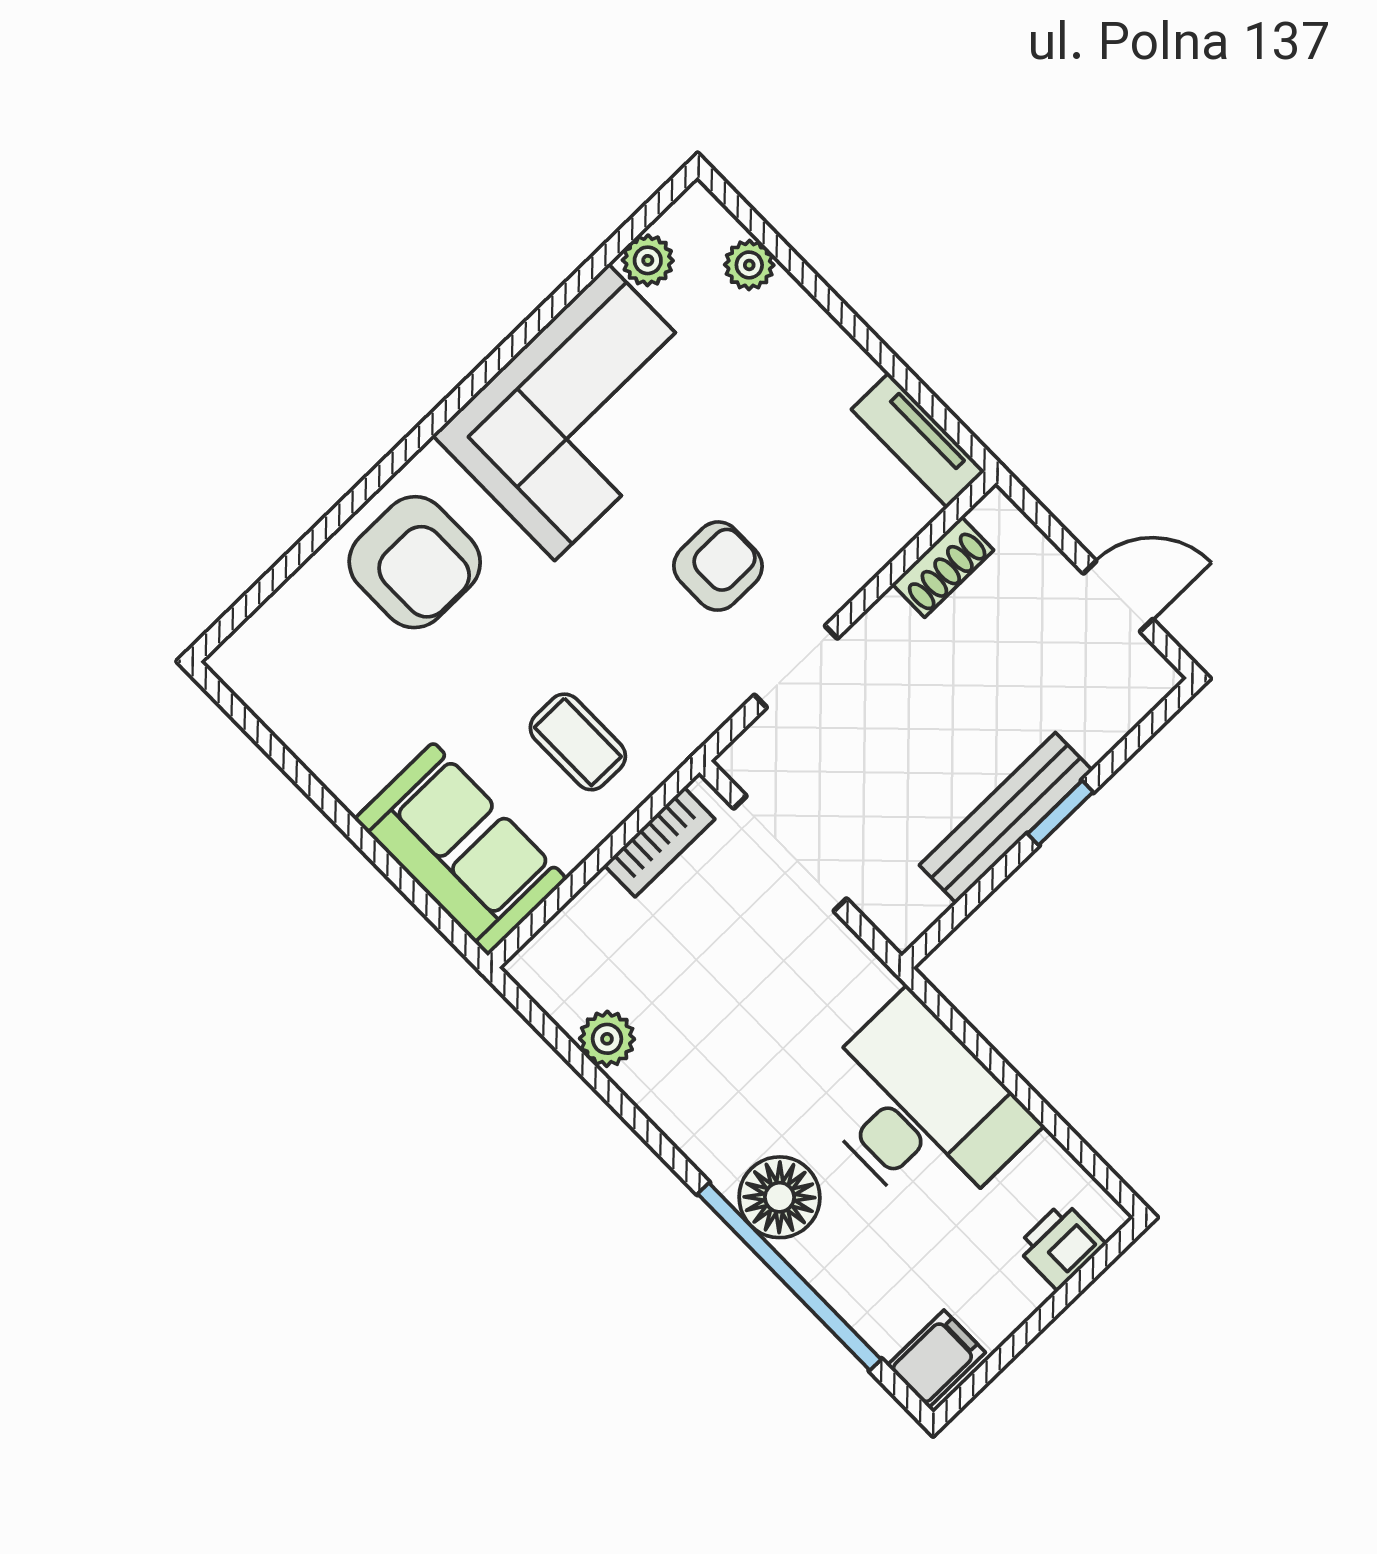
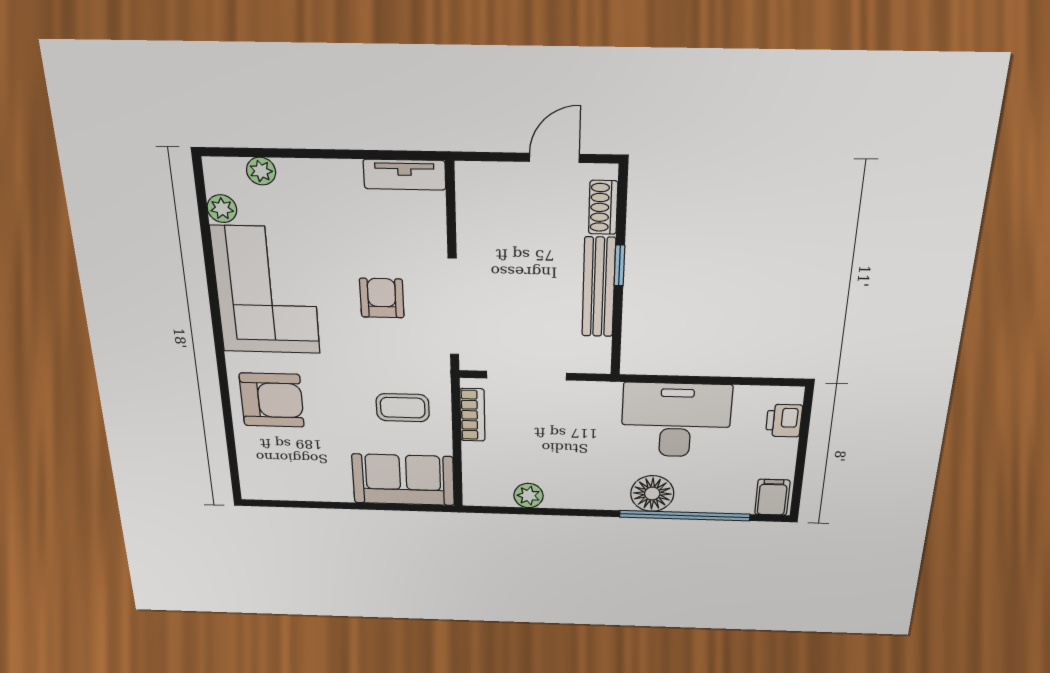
shoe rack: (943, 567) -> (603, 207), moved, turned 180
doorway: (796, 667) -> (453, 307), width x1.88

